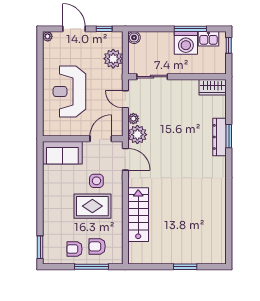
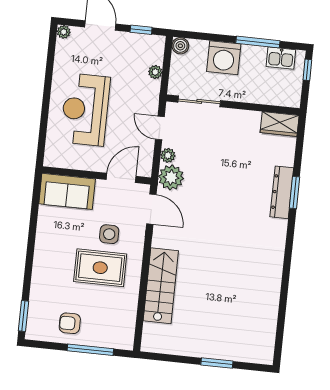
washing machine: (186, 43) -> (224, 58), moved
plant: (113, 59) -> (155, 72), width x0.53, depth x0.53
armchair: (97, 246) -> (101, 323), removed

